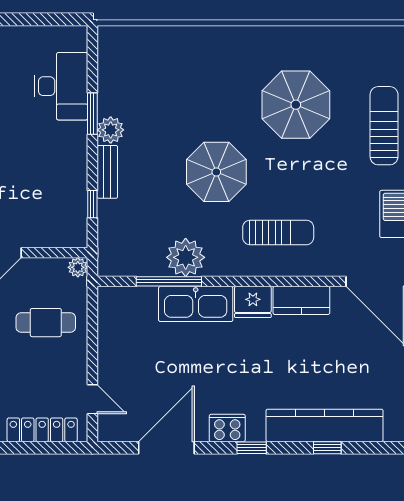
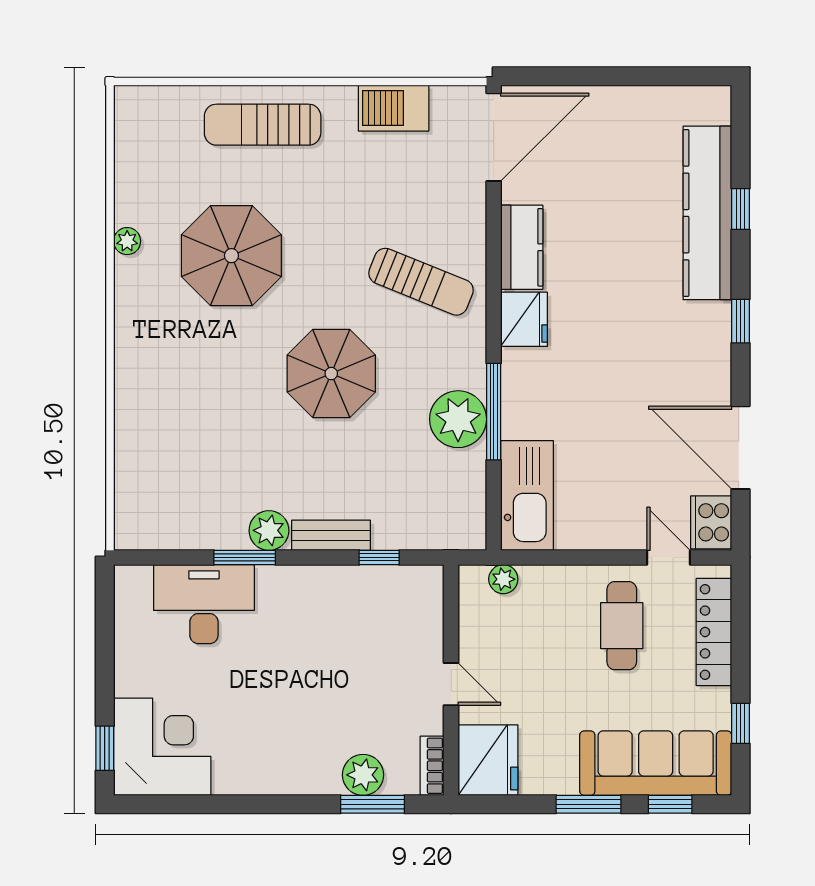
plant: (306, 34) -> (127, 241), added
sun lounger: (278, 232) -> (421, 282), turned 112
plant: (78, 267) -> (503, 579), moved
window: (169, 281) -> (494, 412), moved
kitchen sink: (196, 304) -> (527, 495), moved
cafe table: (46, 323) -> (622, 626), moved
door: (92, 399) -> (669, 557), hinge flipped
cooker: (227, 428) -> (711, 522), moved

